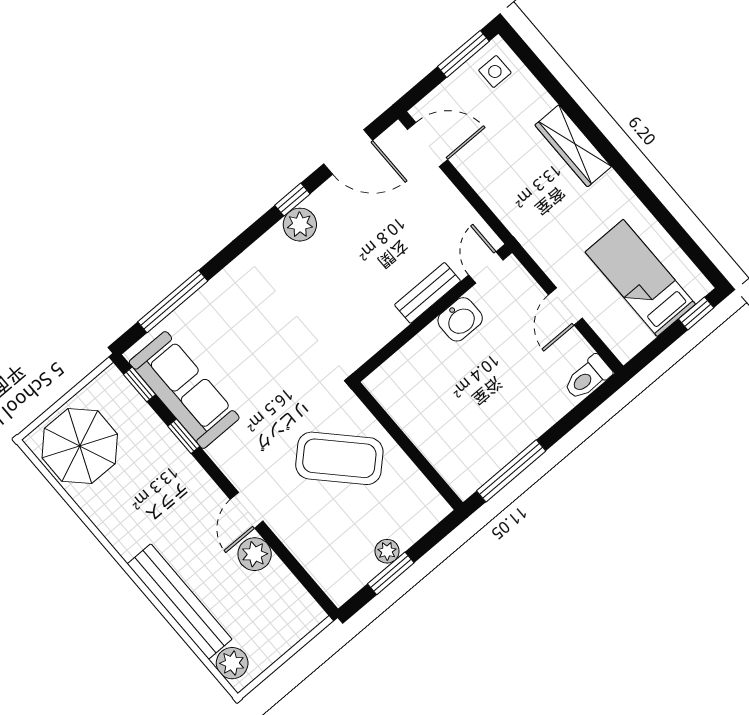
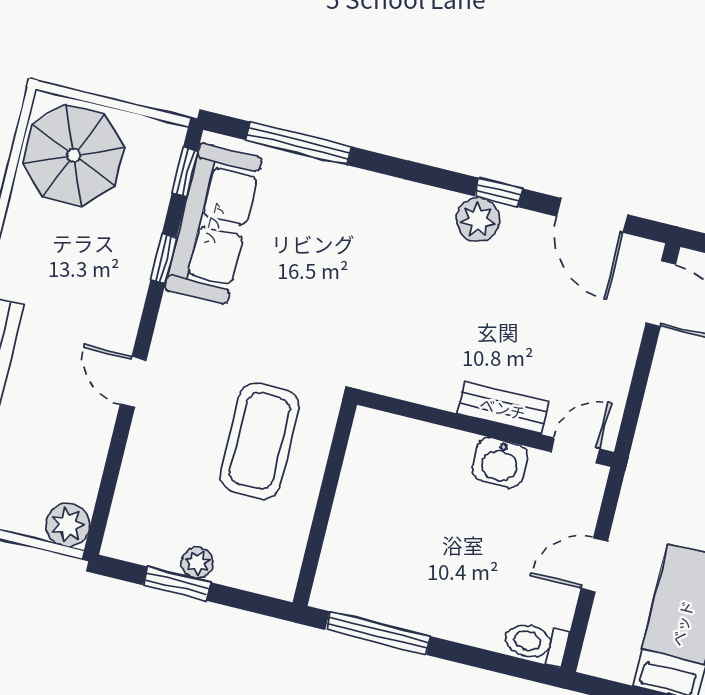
coffee table: (339, 458) -> (260, 441), turned 44
door: (247, 510) -> (133, 382), hinge flipped
plant: (255, 554) -> (68, 525), moved

